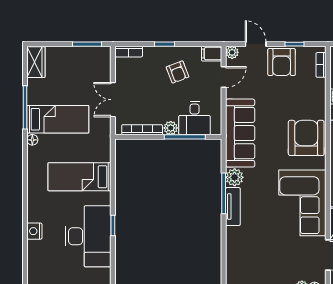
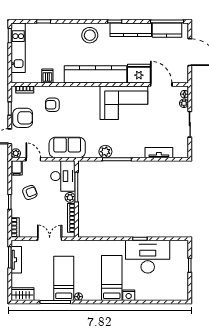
tv unit: (84, 53) -> (16, 260), added
double door: (113, 100) -> (50, 239), swing flipped
desk: (195, 118) -> (63, 176), width x1.37
sofa: (240, 133) -> (67, 148), width x0.73
armchair: (306, 138) -> (52, 105), moved, width x0.53, depth x0.53
bed: (80, 177) -> (112, 278), moved, turned 180
tv unit: (233, 207) -> (159, 153), moved
nightstand: (34, 231) -> (129, 295), moved

